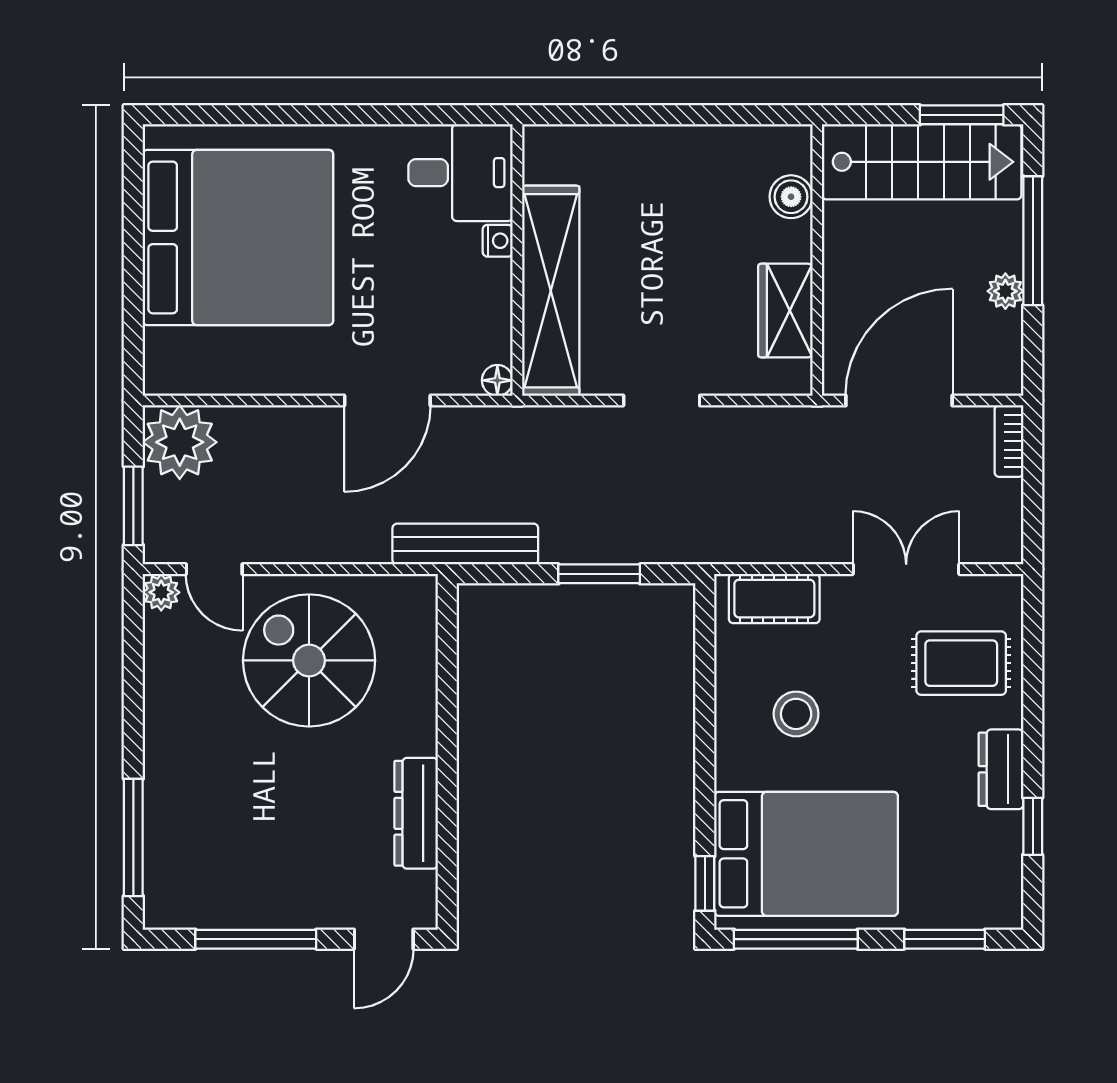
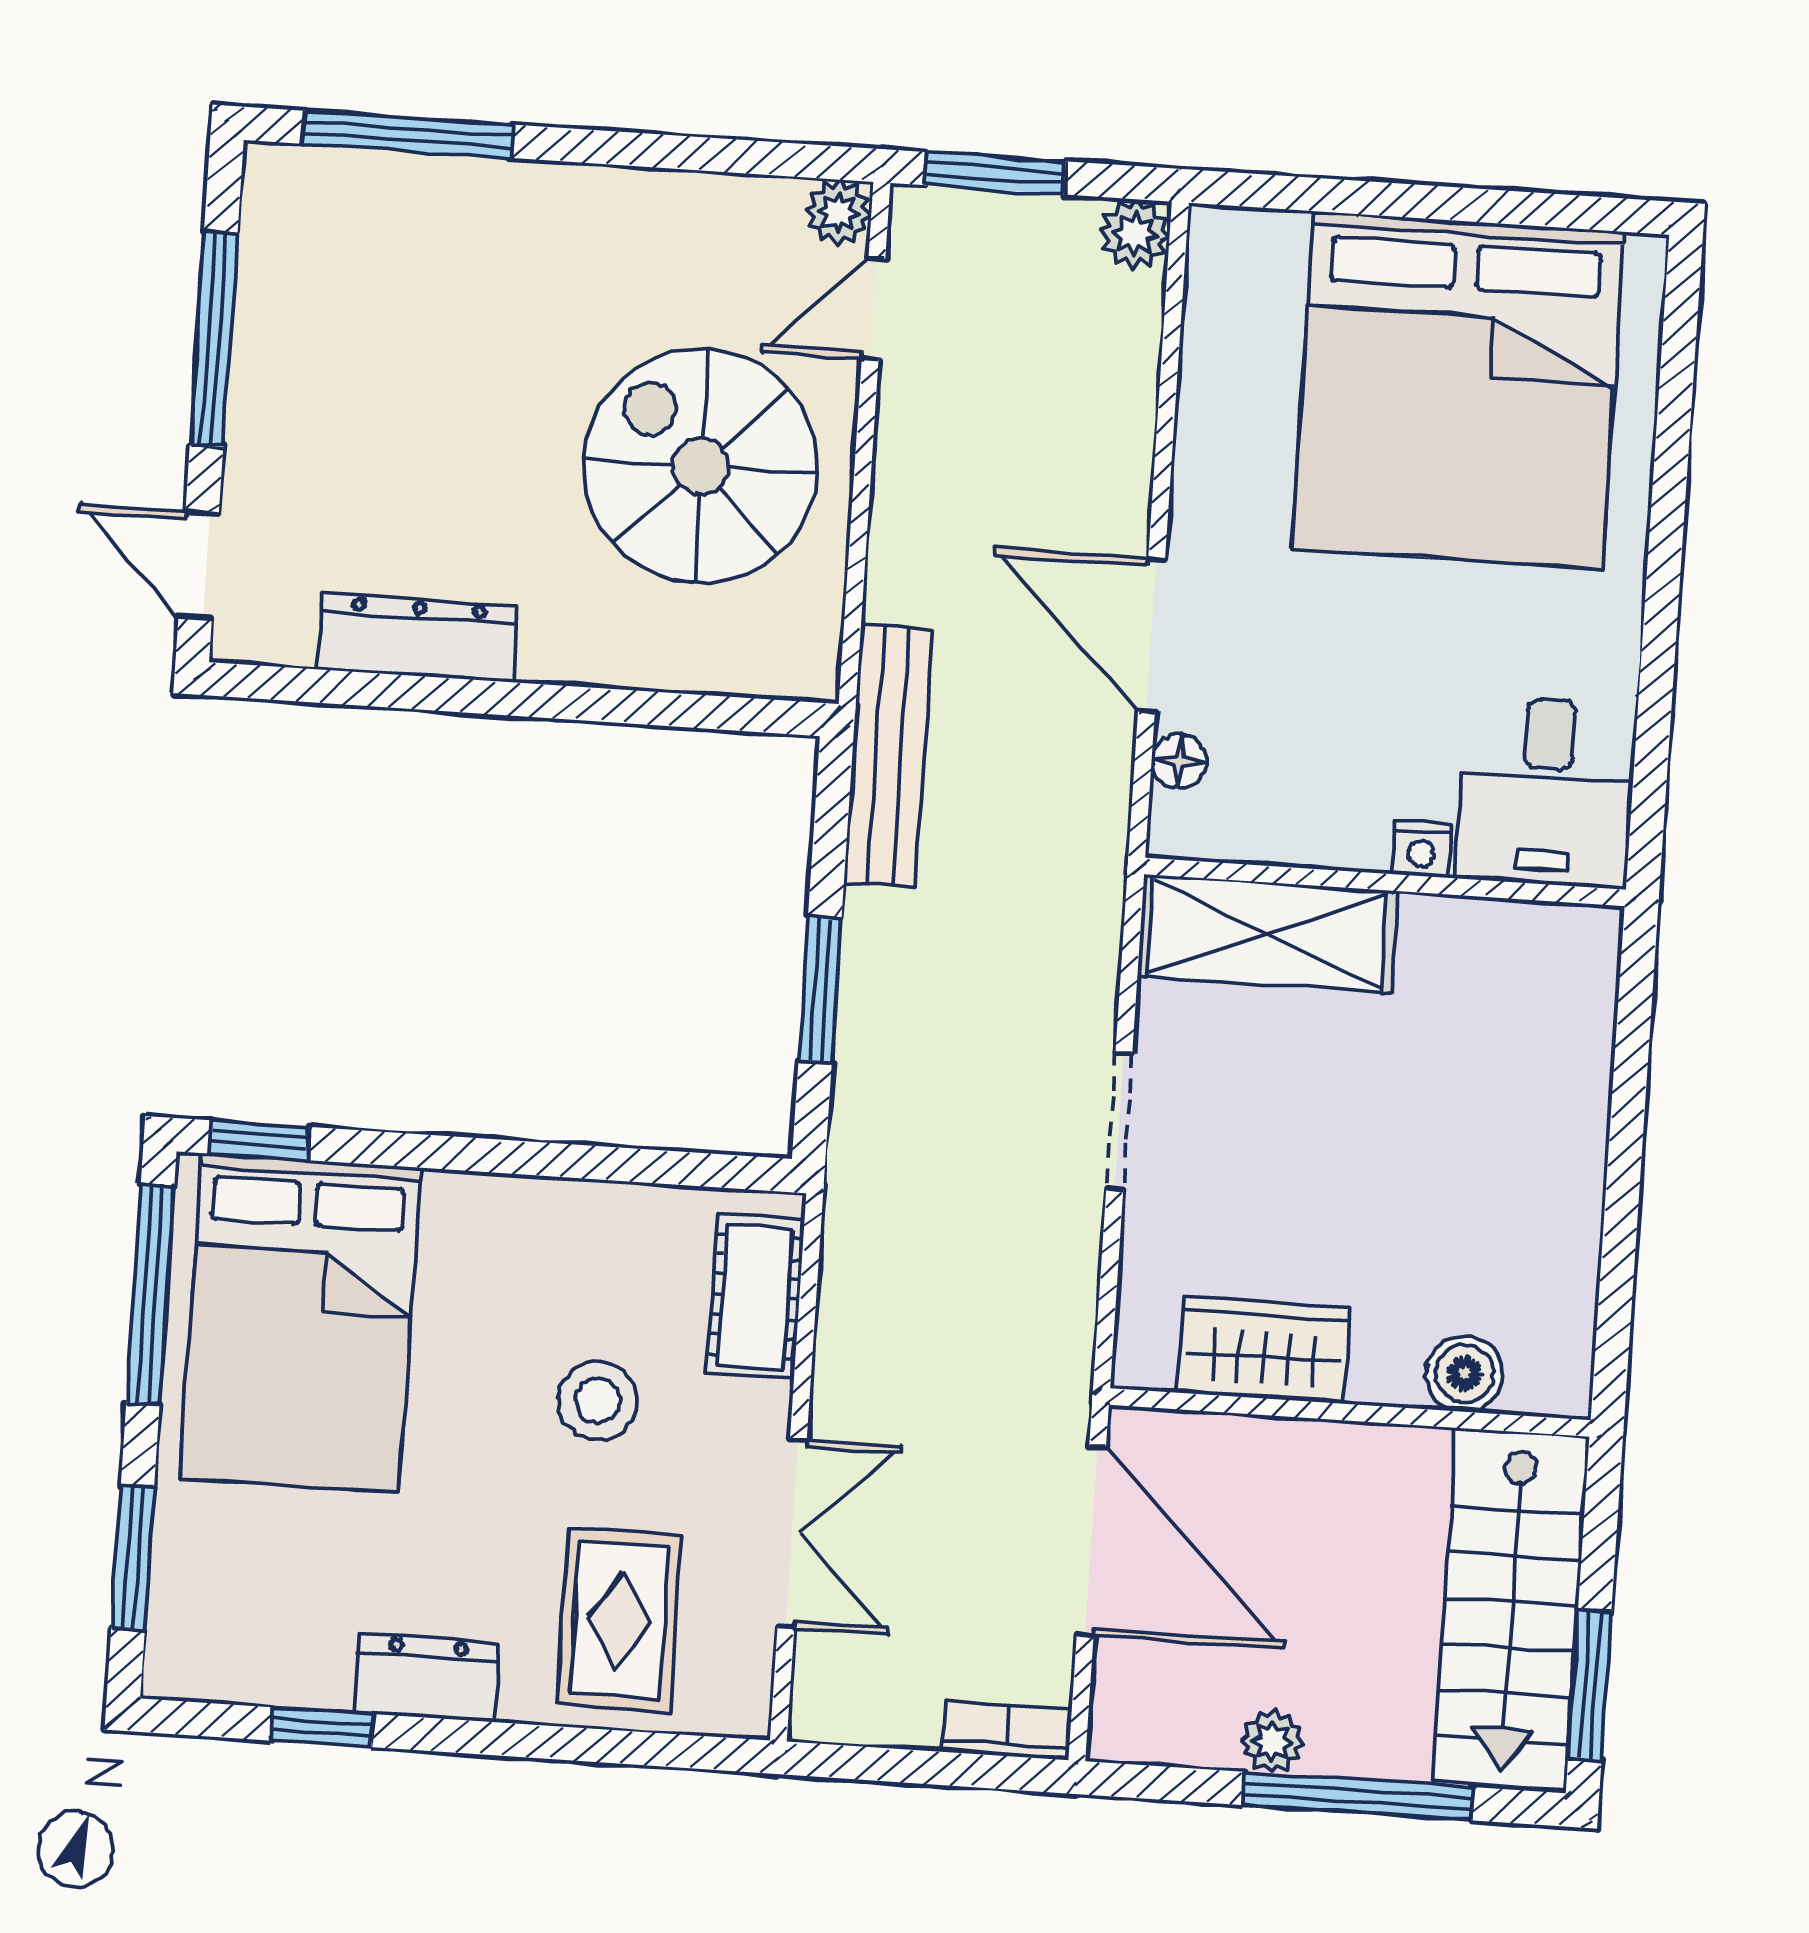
shelving: (551, 291) -> (1267, 933), width x0.68
floor lamp: (497, 380) -> (1179, 761), moved
plant: (180, 442) -> (1135, 234), width x0.53, depth x0.53
spiral stairs: (309, 660) -> (701, 466), turned -90
stool: (796, 714) -> (598, 1401), moved

